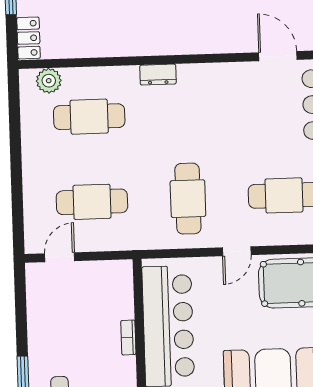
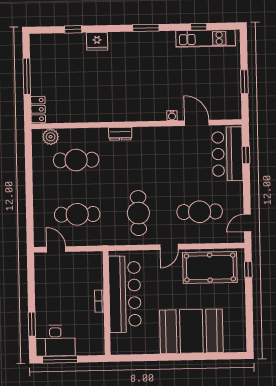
water cooler: (239, 45) -> (172, 116), added
door: (60, 257) -> (56, 249), hinge flipped

